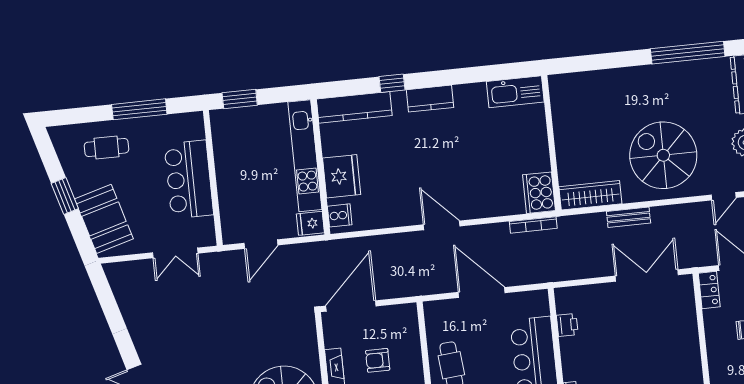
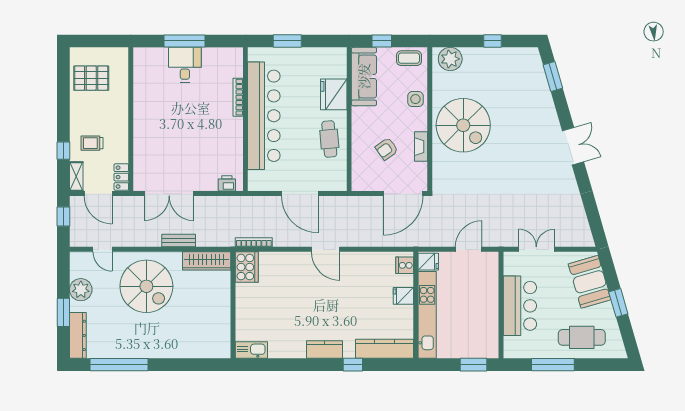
kitchen sink: (515, 92) -> (251, 350), width x0.73, depth x0.81
cafe table: (107, 148) -> (582, 337), width x1.37, depth x1.35
fridge: (342, 176) -> (403, 296), width x0.53, depth x0.75
door: (724, 196) -> (103, 249), swing flipped
printer: (567, 325) -> (227, 183), moved, turned 90
armchair: (378, 360) -> (387, 149), turned 144

